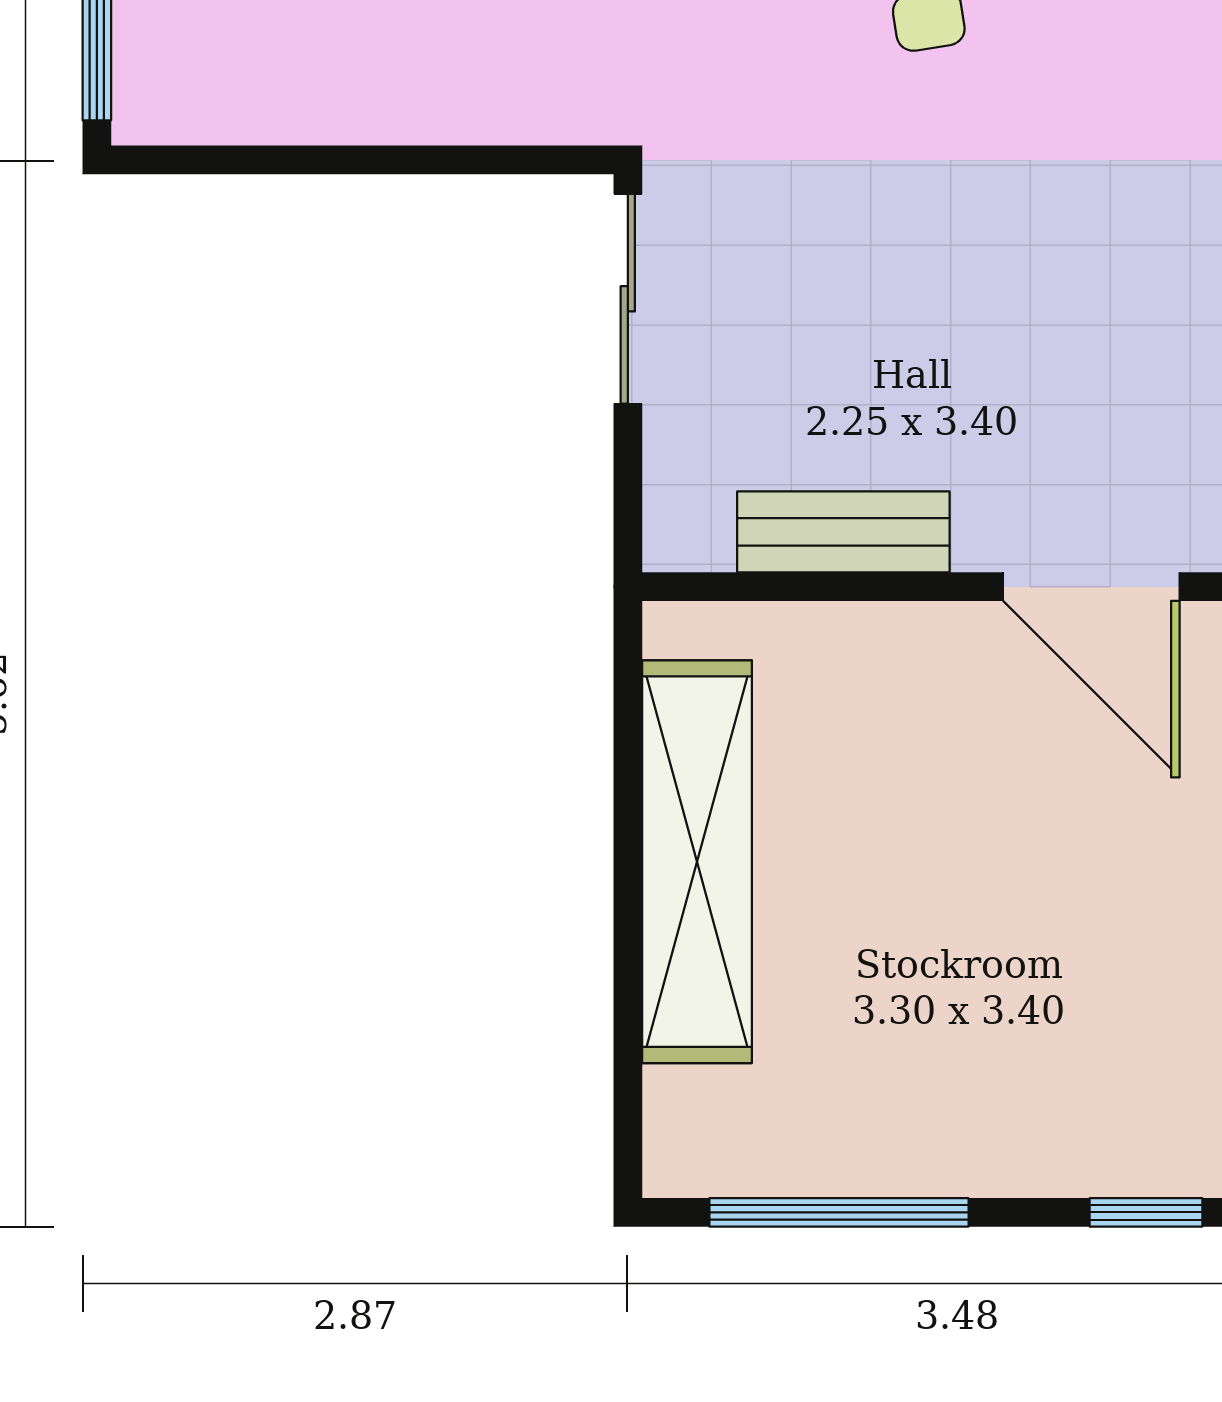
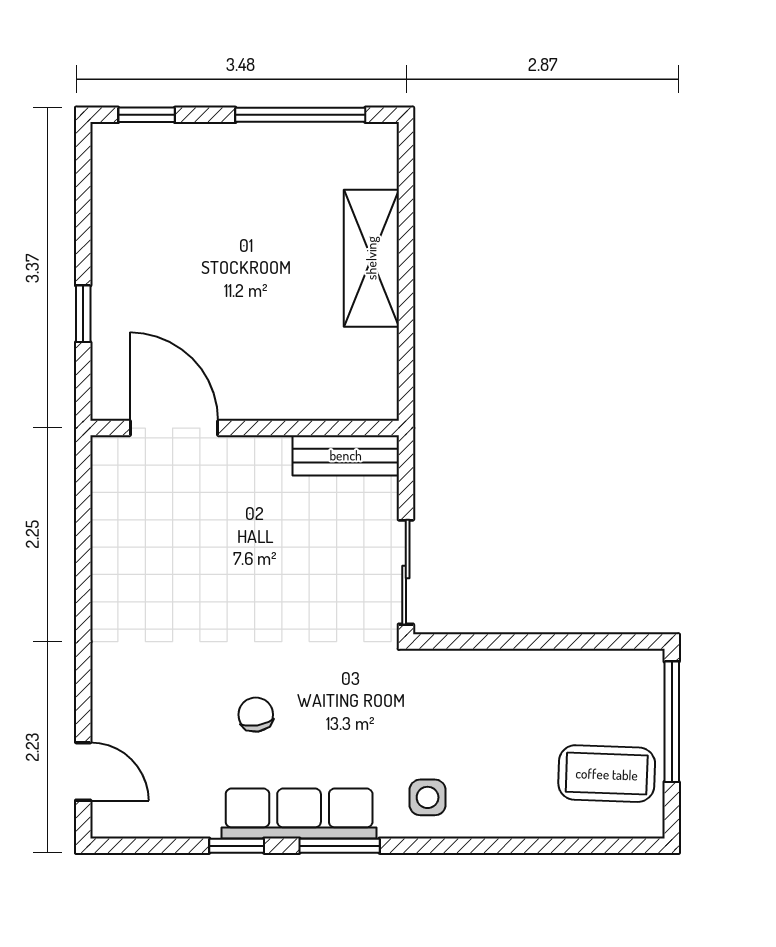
bench: (843, 532) -> (346, 455), moved
shelving: (697, 862) -> (371, 258), width x0.68

